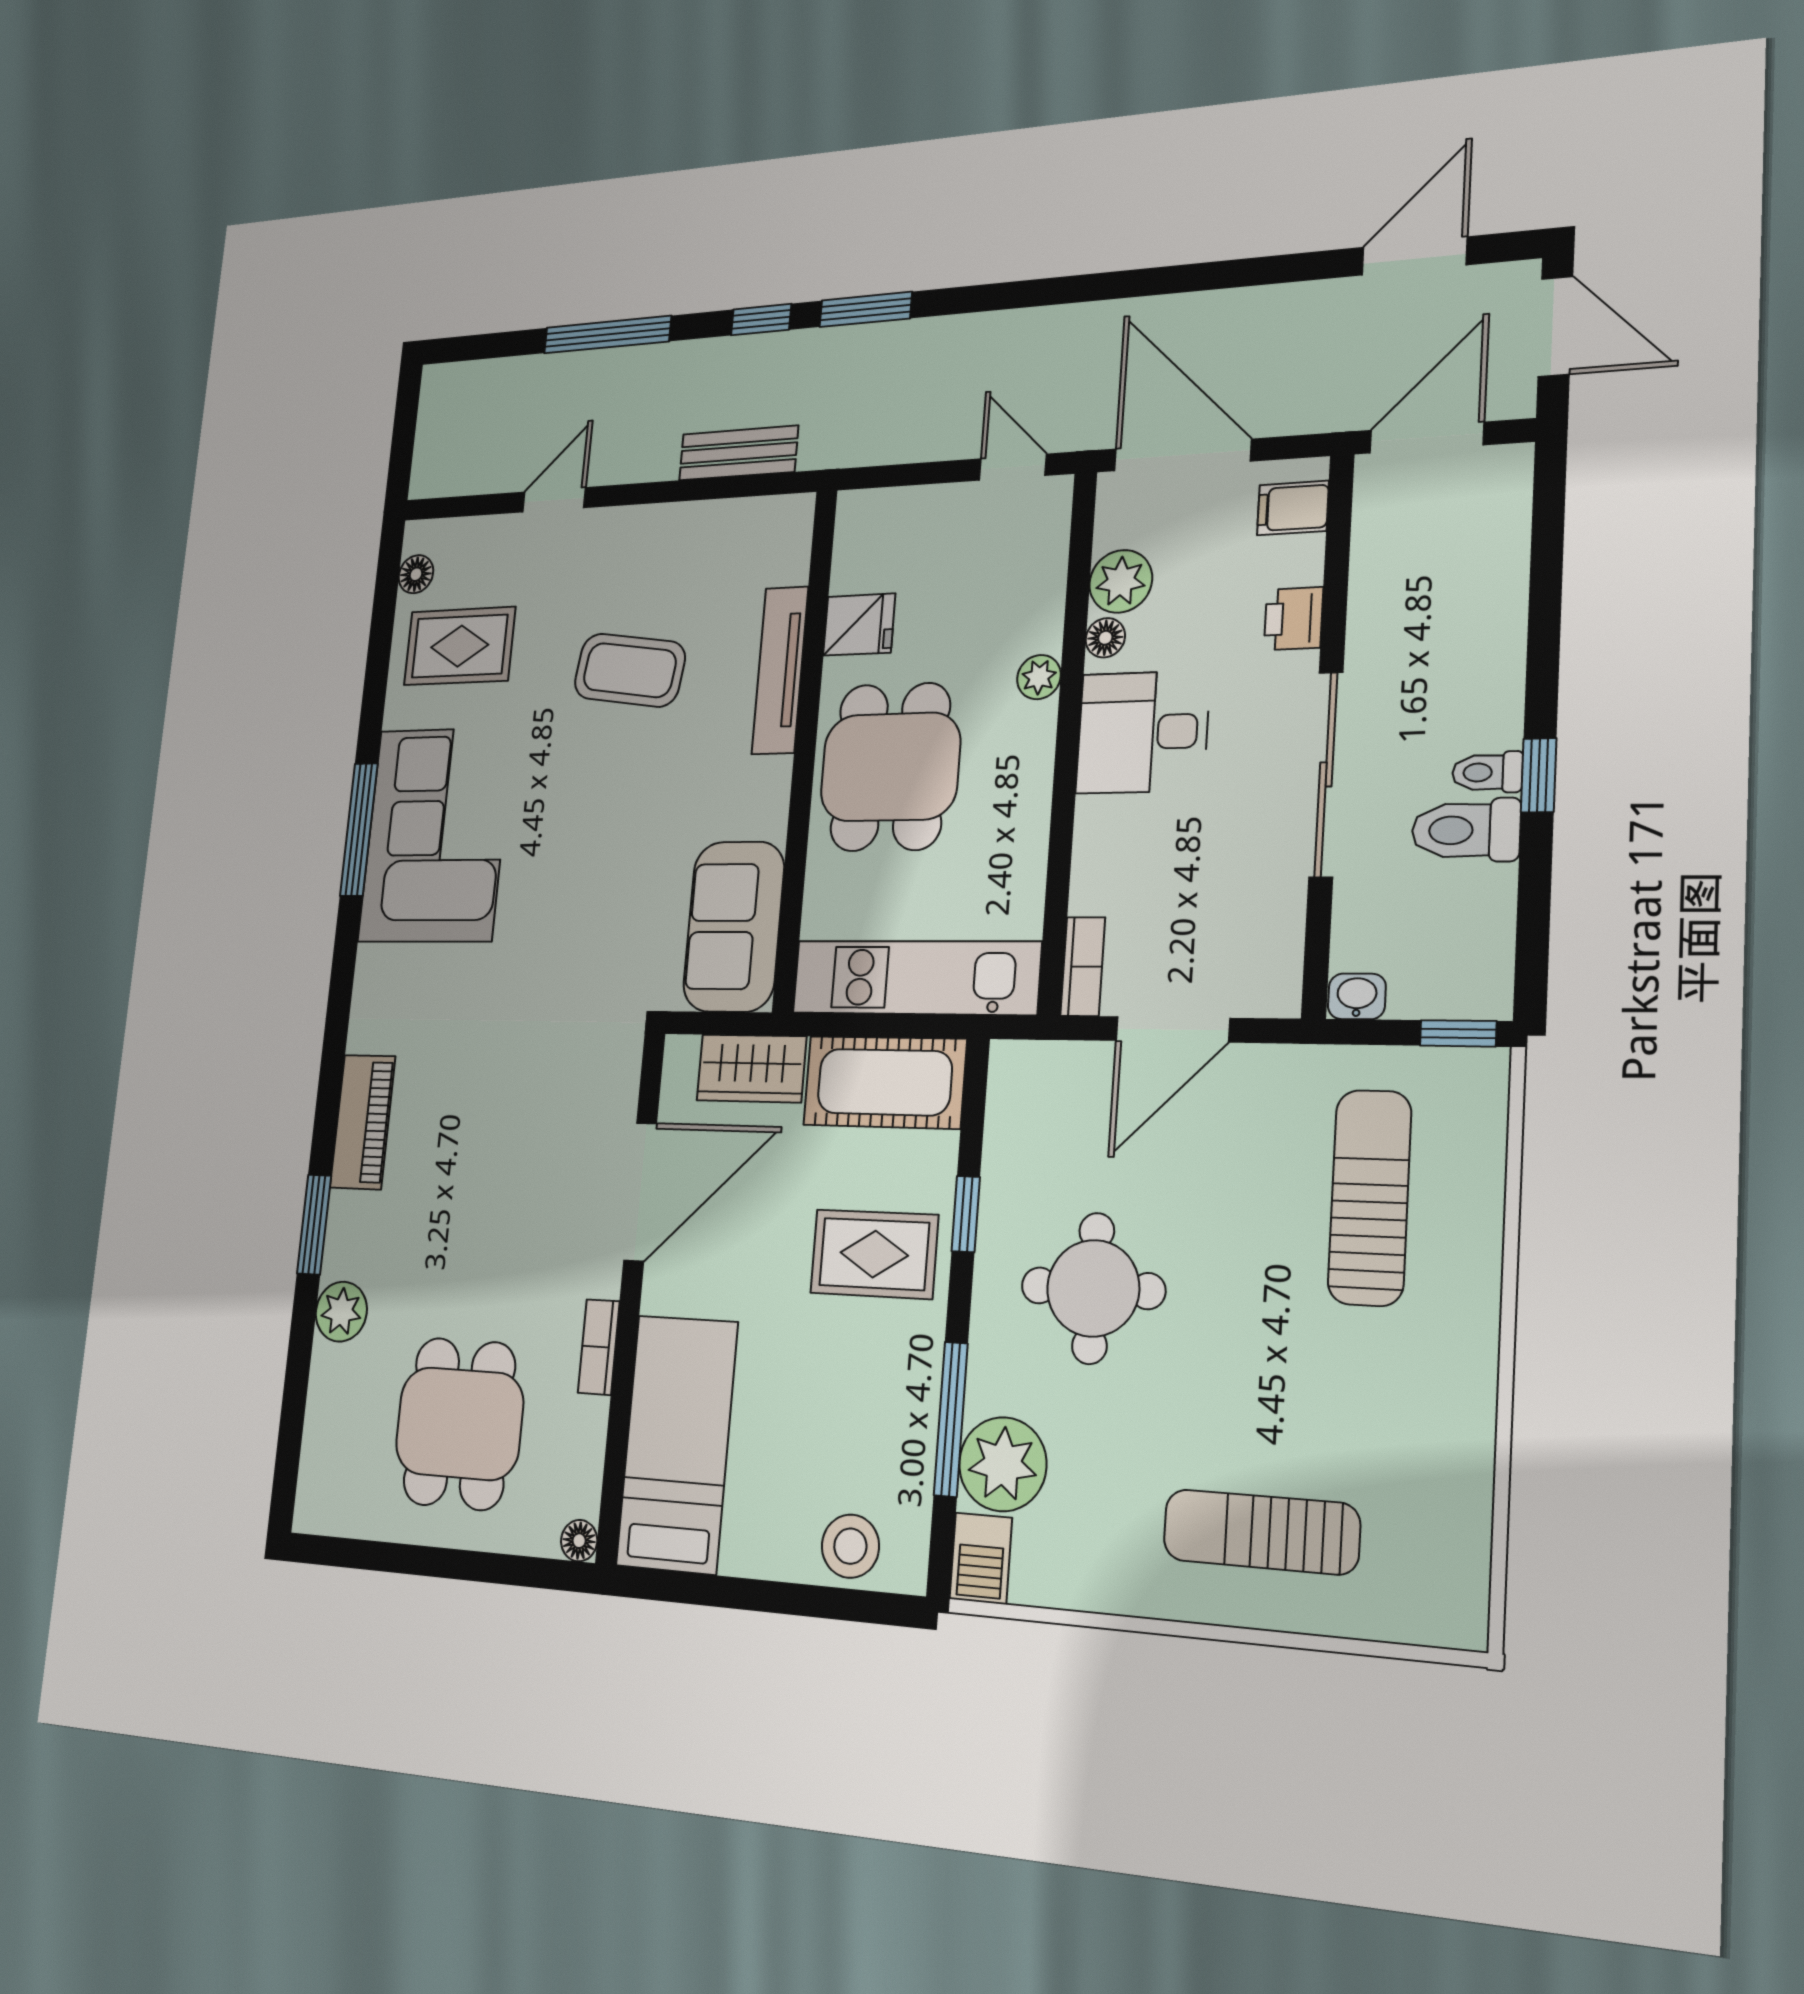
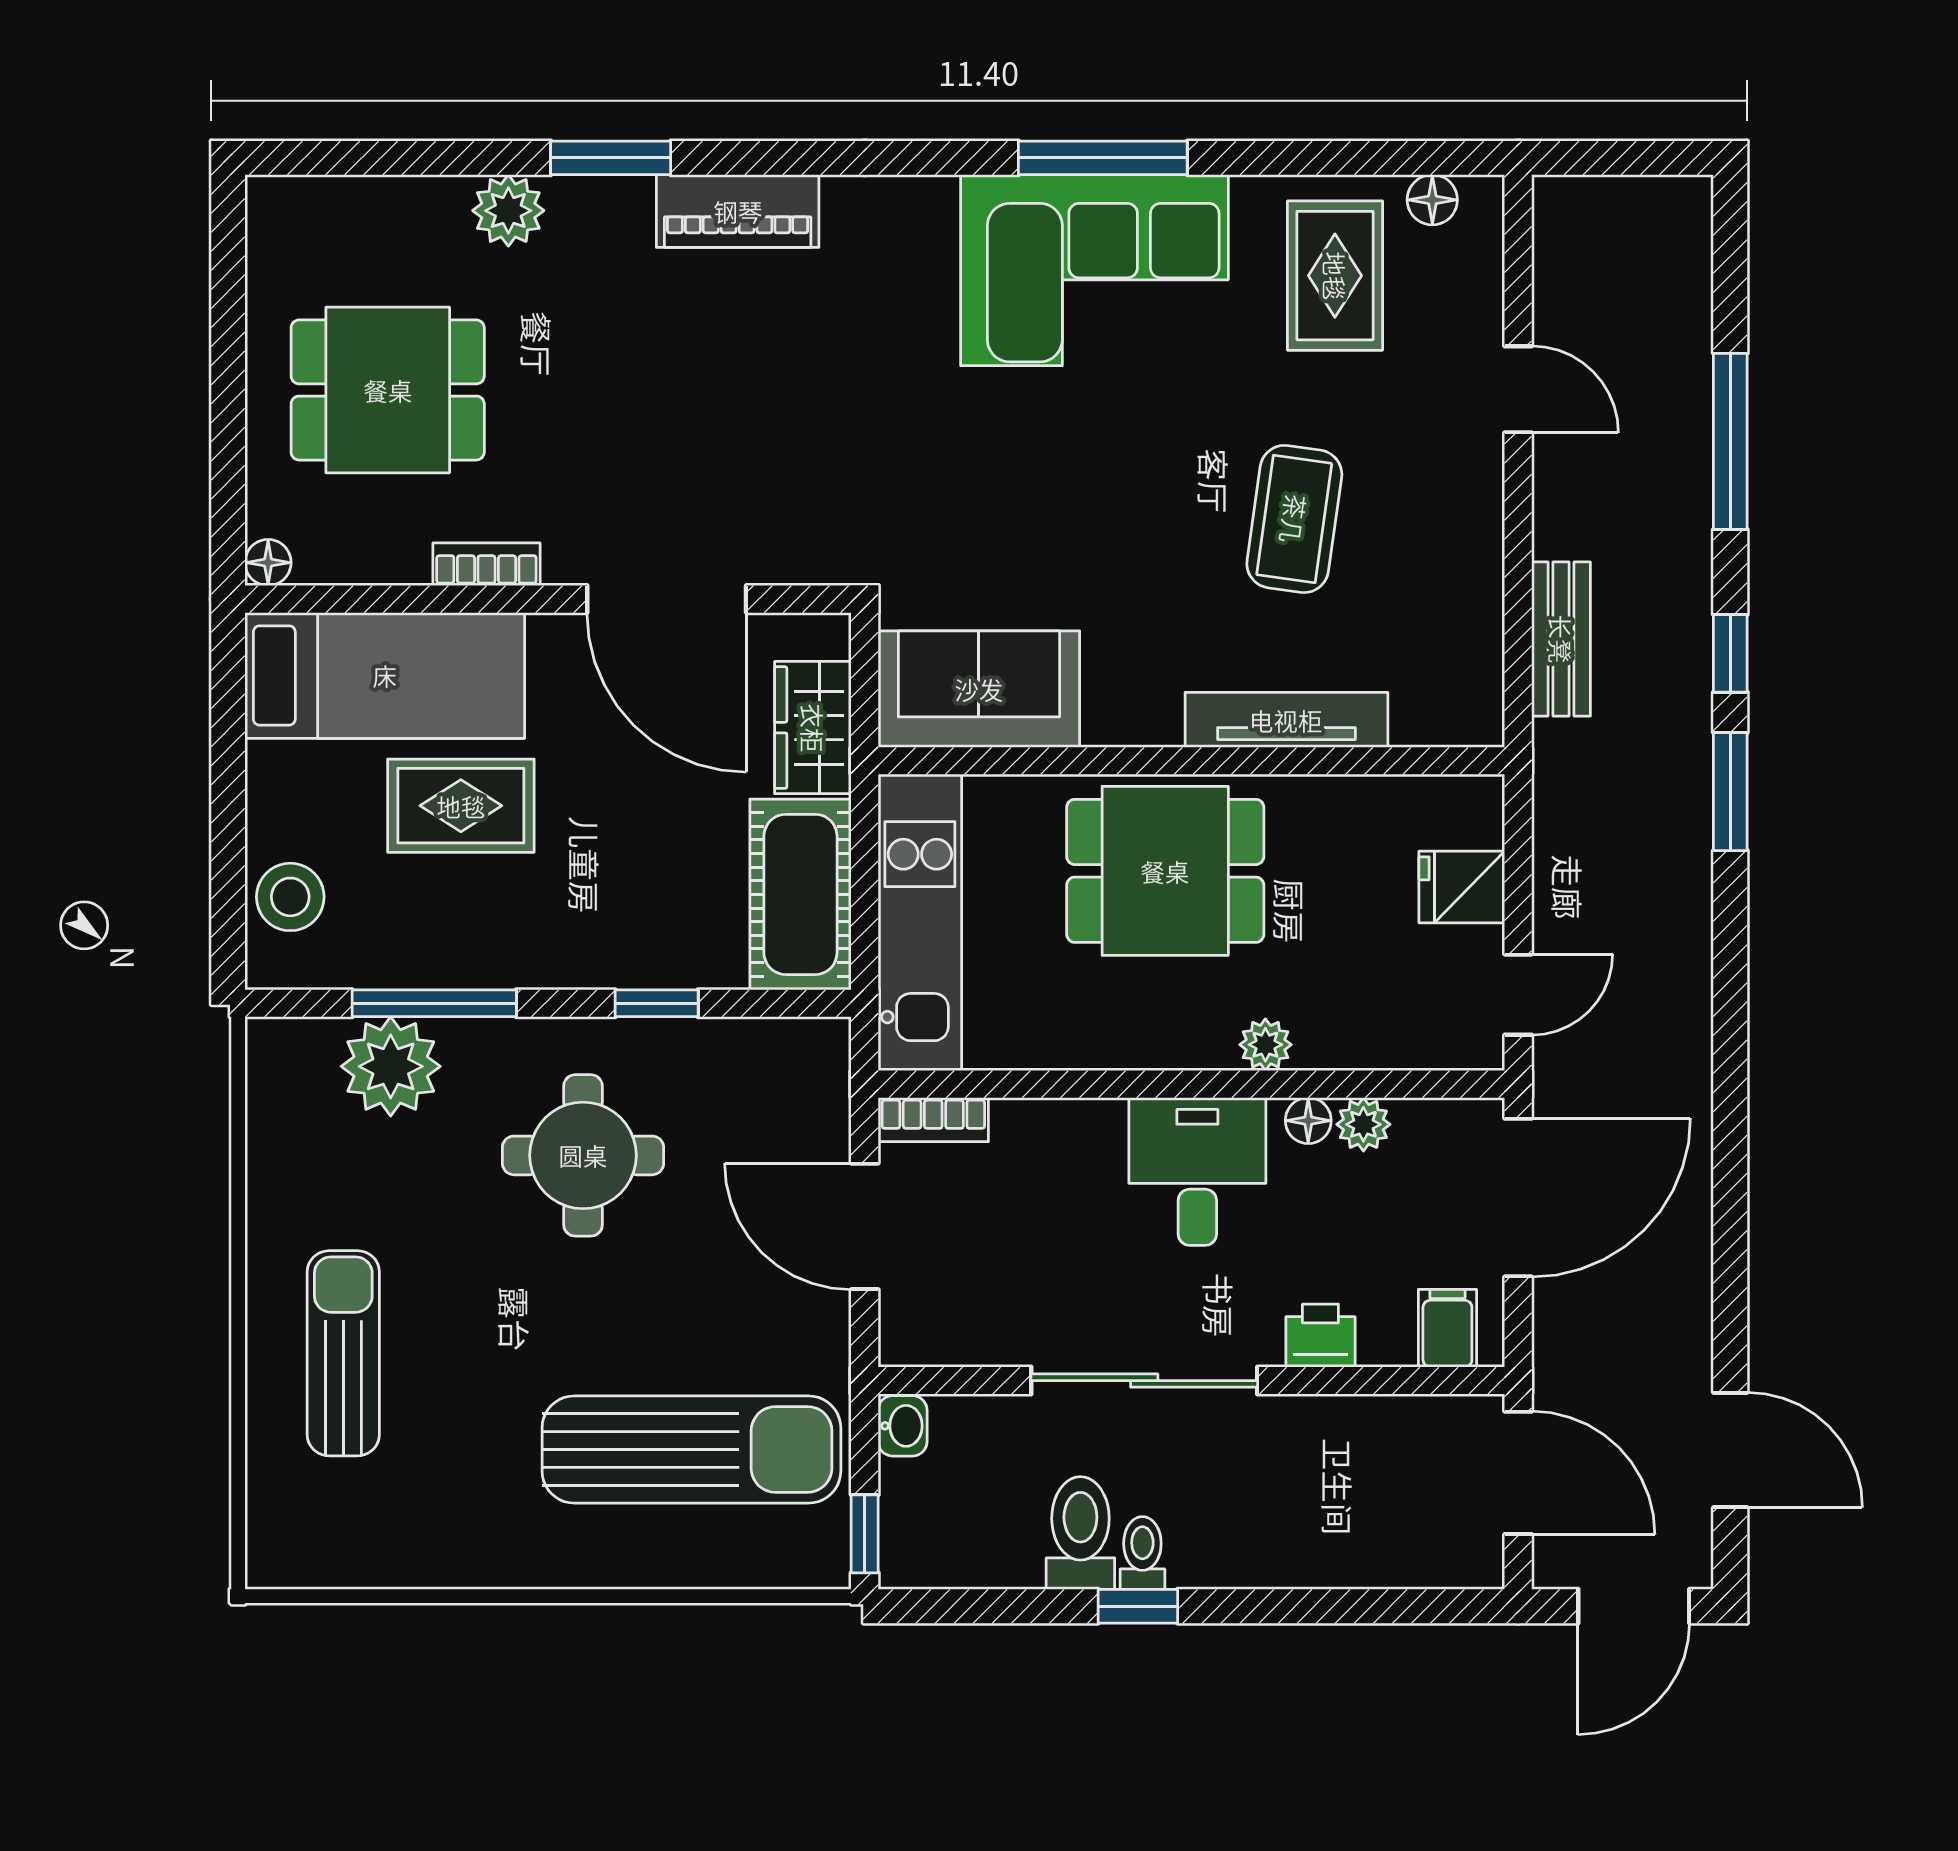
plant: (1121, 581) -> (1363, 1124), width x0.73, depth x0.73
fridge: (859, 625) -> (1462, 887), moved, turned 90
sun lounger: (1370, 1197) -> (691, 1449), width x1.36, depth x1.34
rug: (874, 1254) -> (461, 806), moved, turned 90
barbecue: (981, 1558) -> (290, 1049), removed

